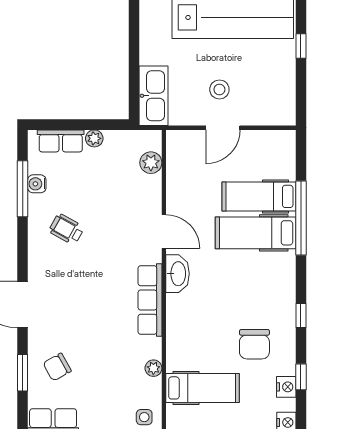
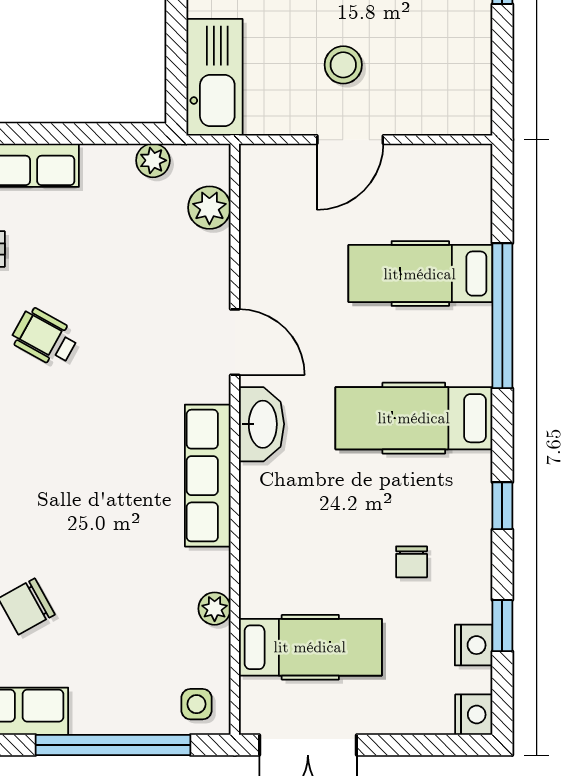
plant: (94, 138) -> (153, 160), moved
hospital bed: (256, 233) -> (414, 418), moved
chair: (254, 344) -> (412, 562), width x0.54, depth x0.54

